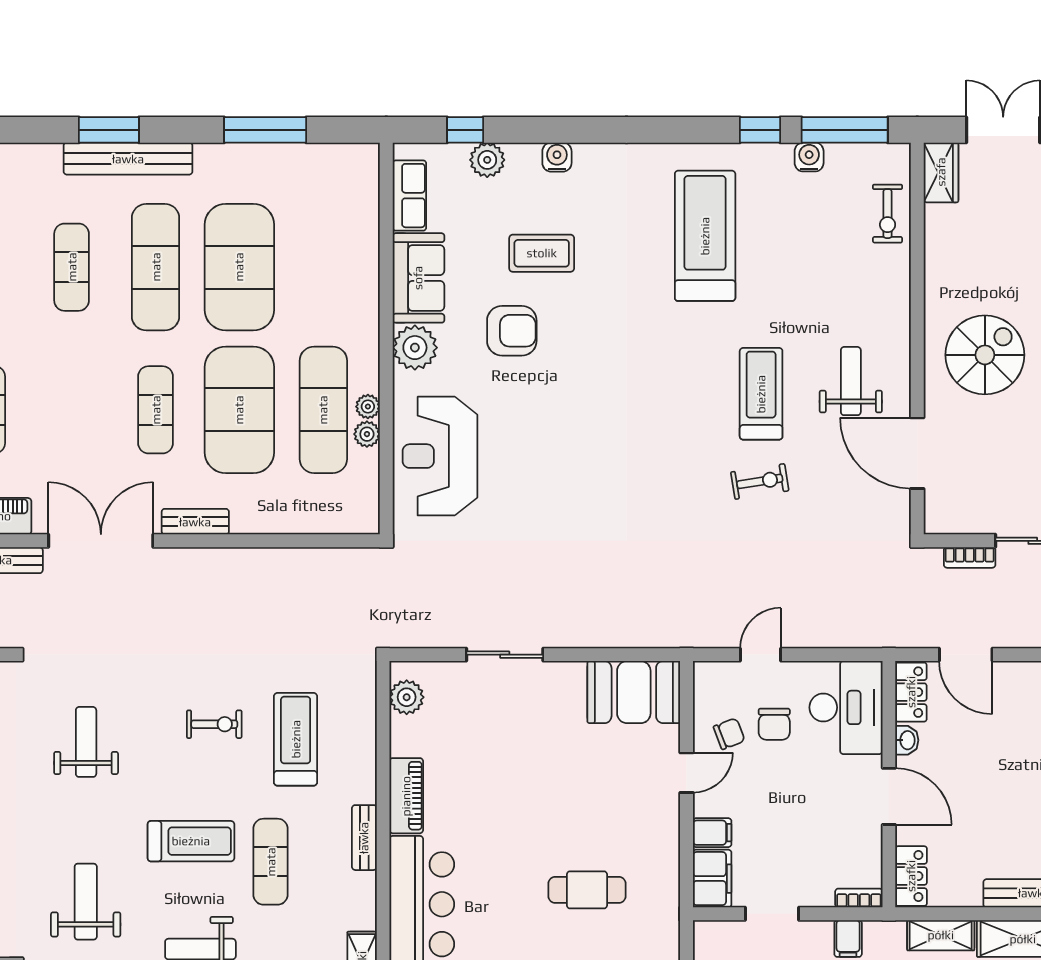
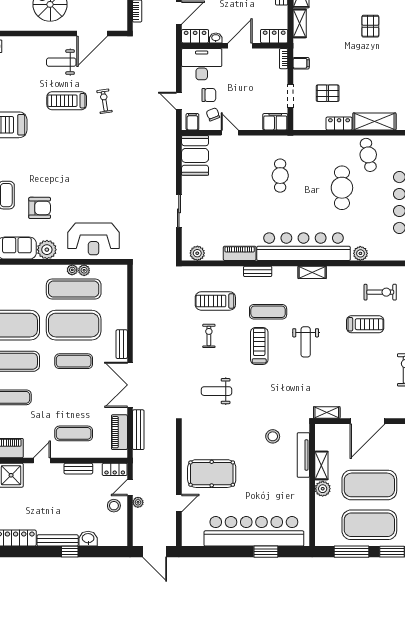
armchair: (512, 331) -> (40, 208), turned 90
filing cabinet: (712, 833) -> (192, 122), moved
weight bench: (86, 902) -> (285, 391), removed

